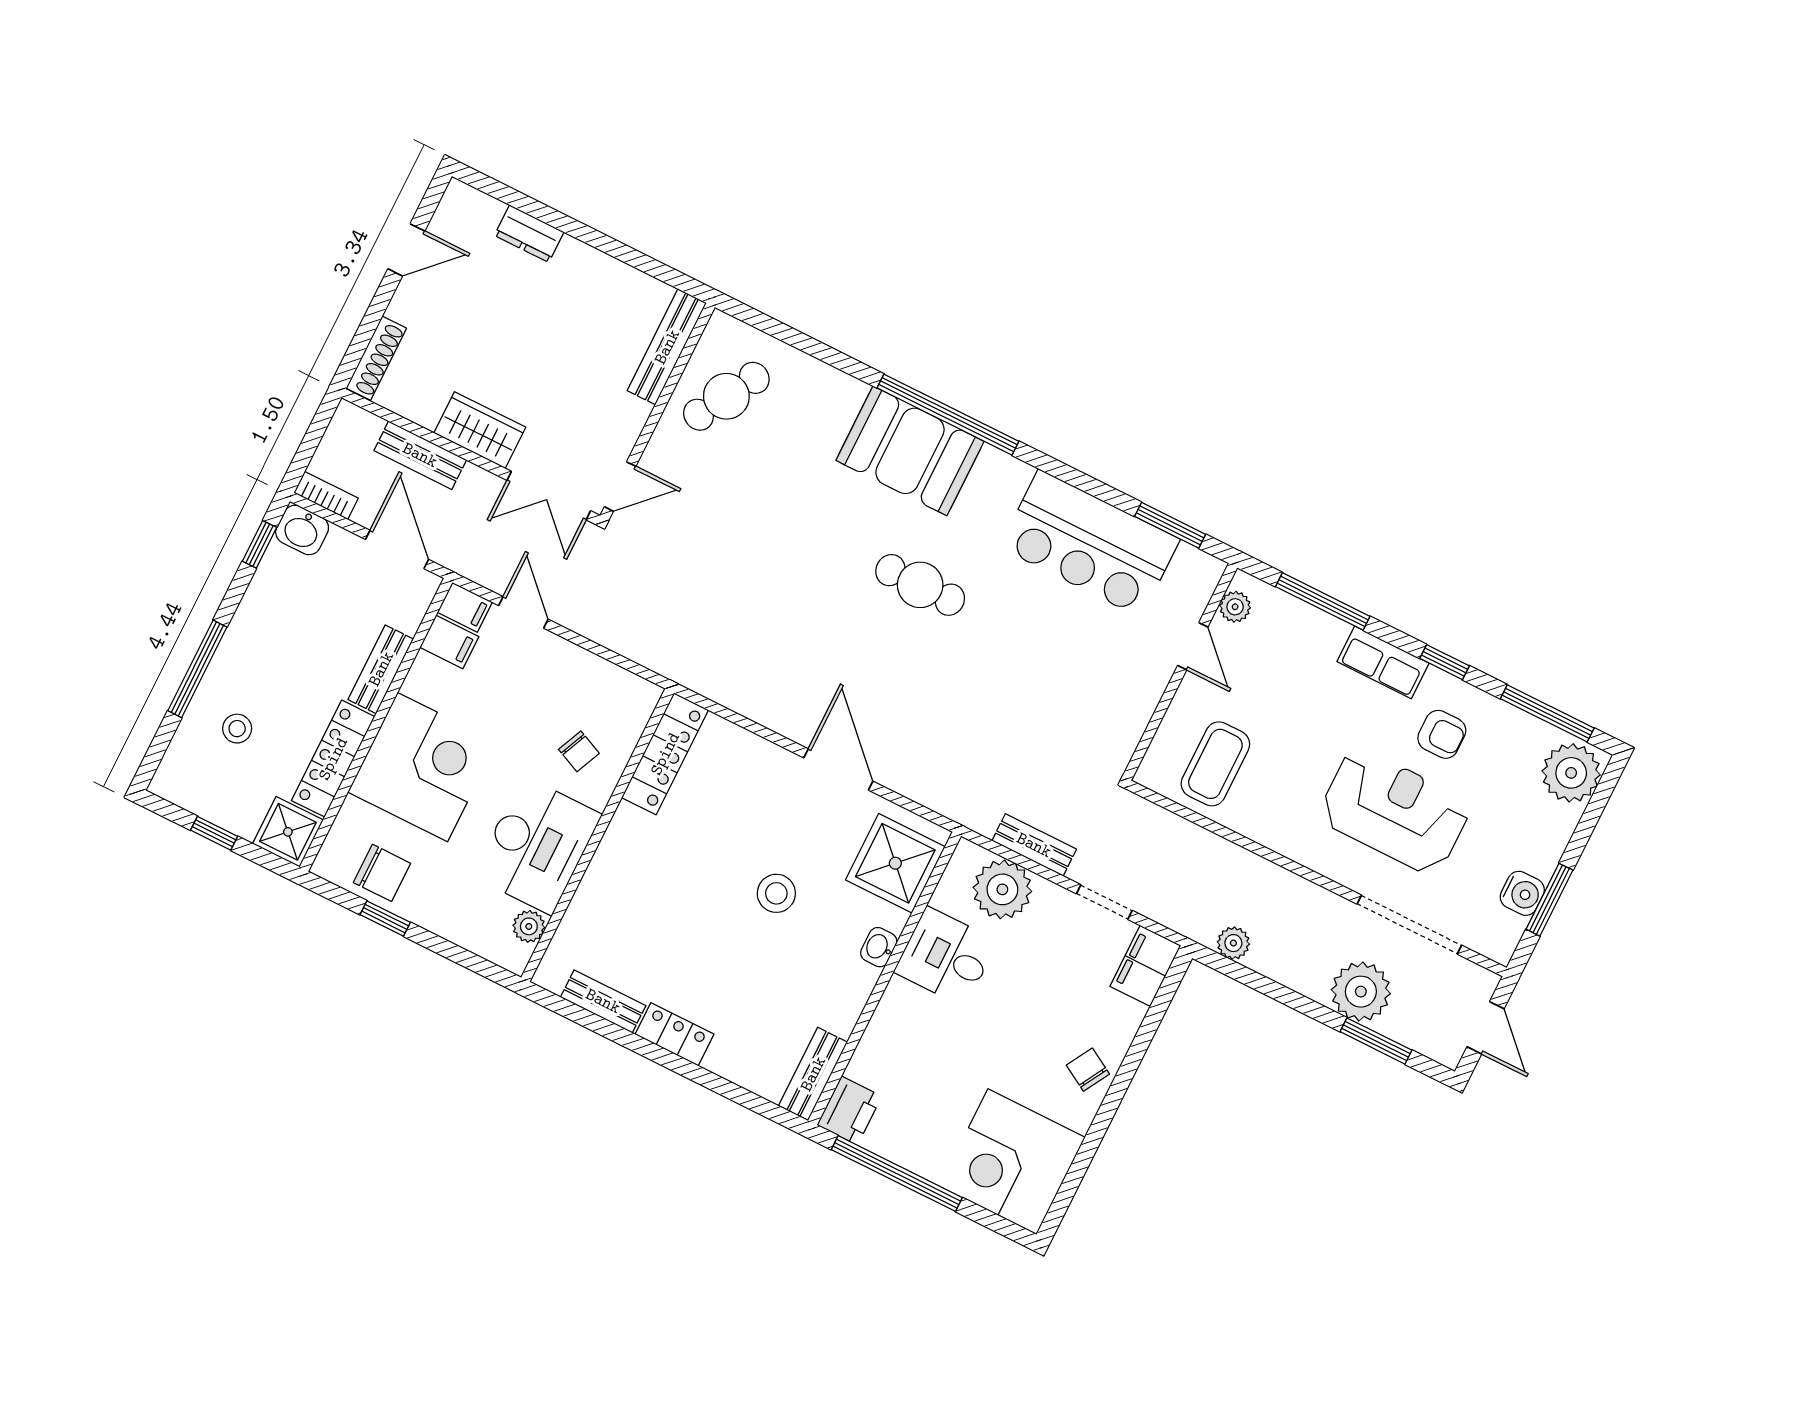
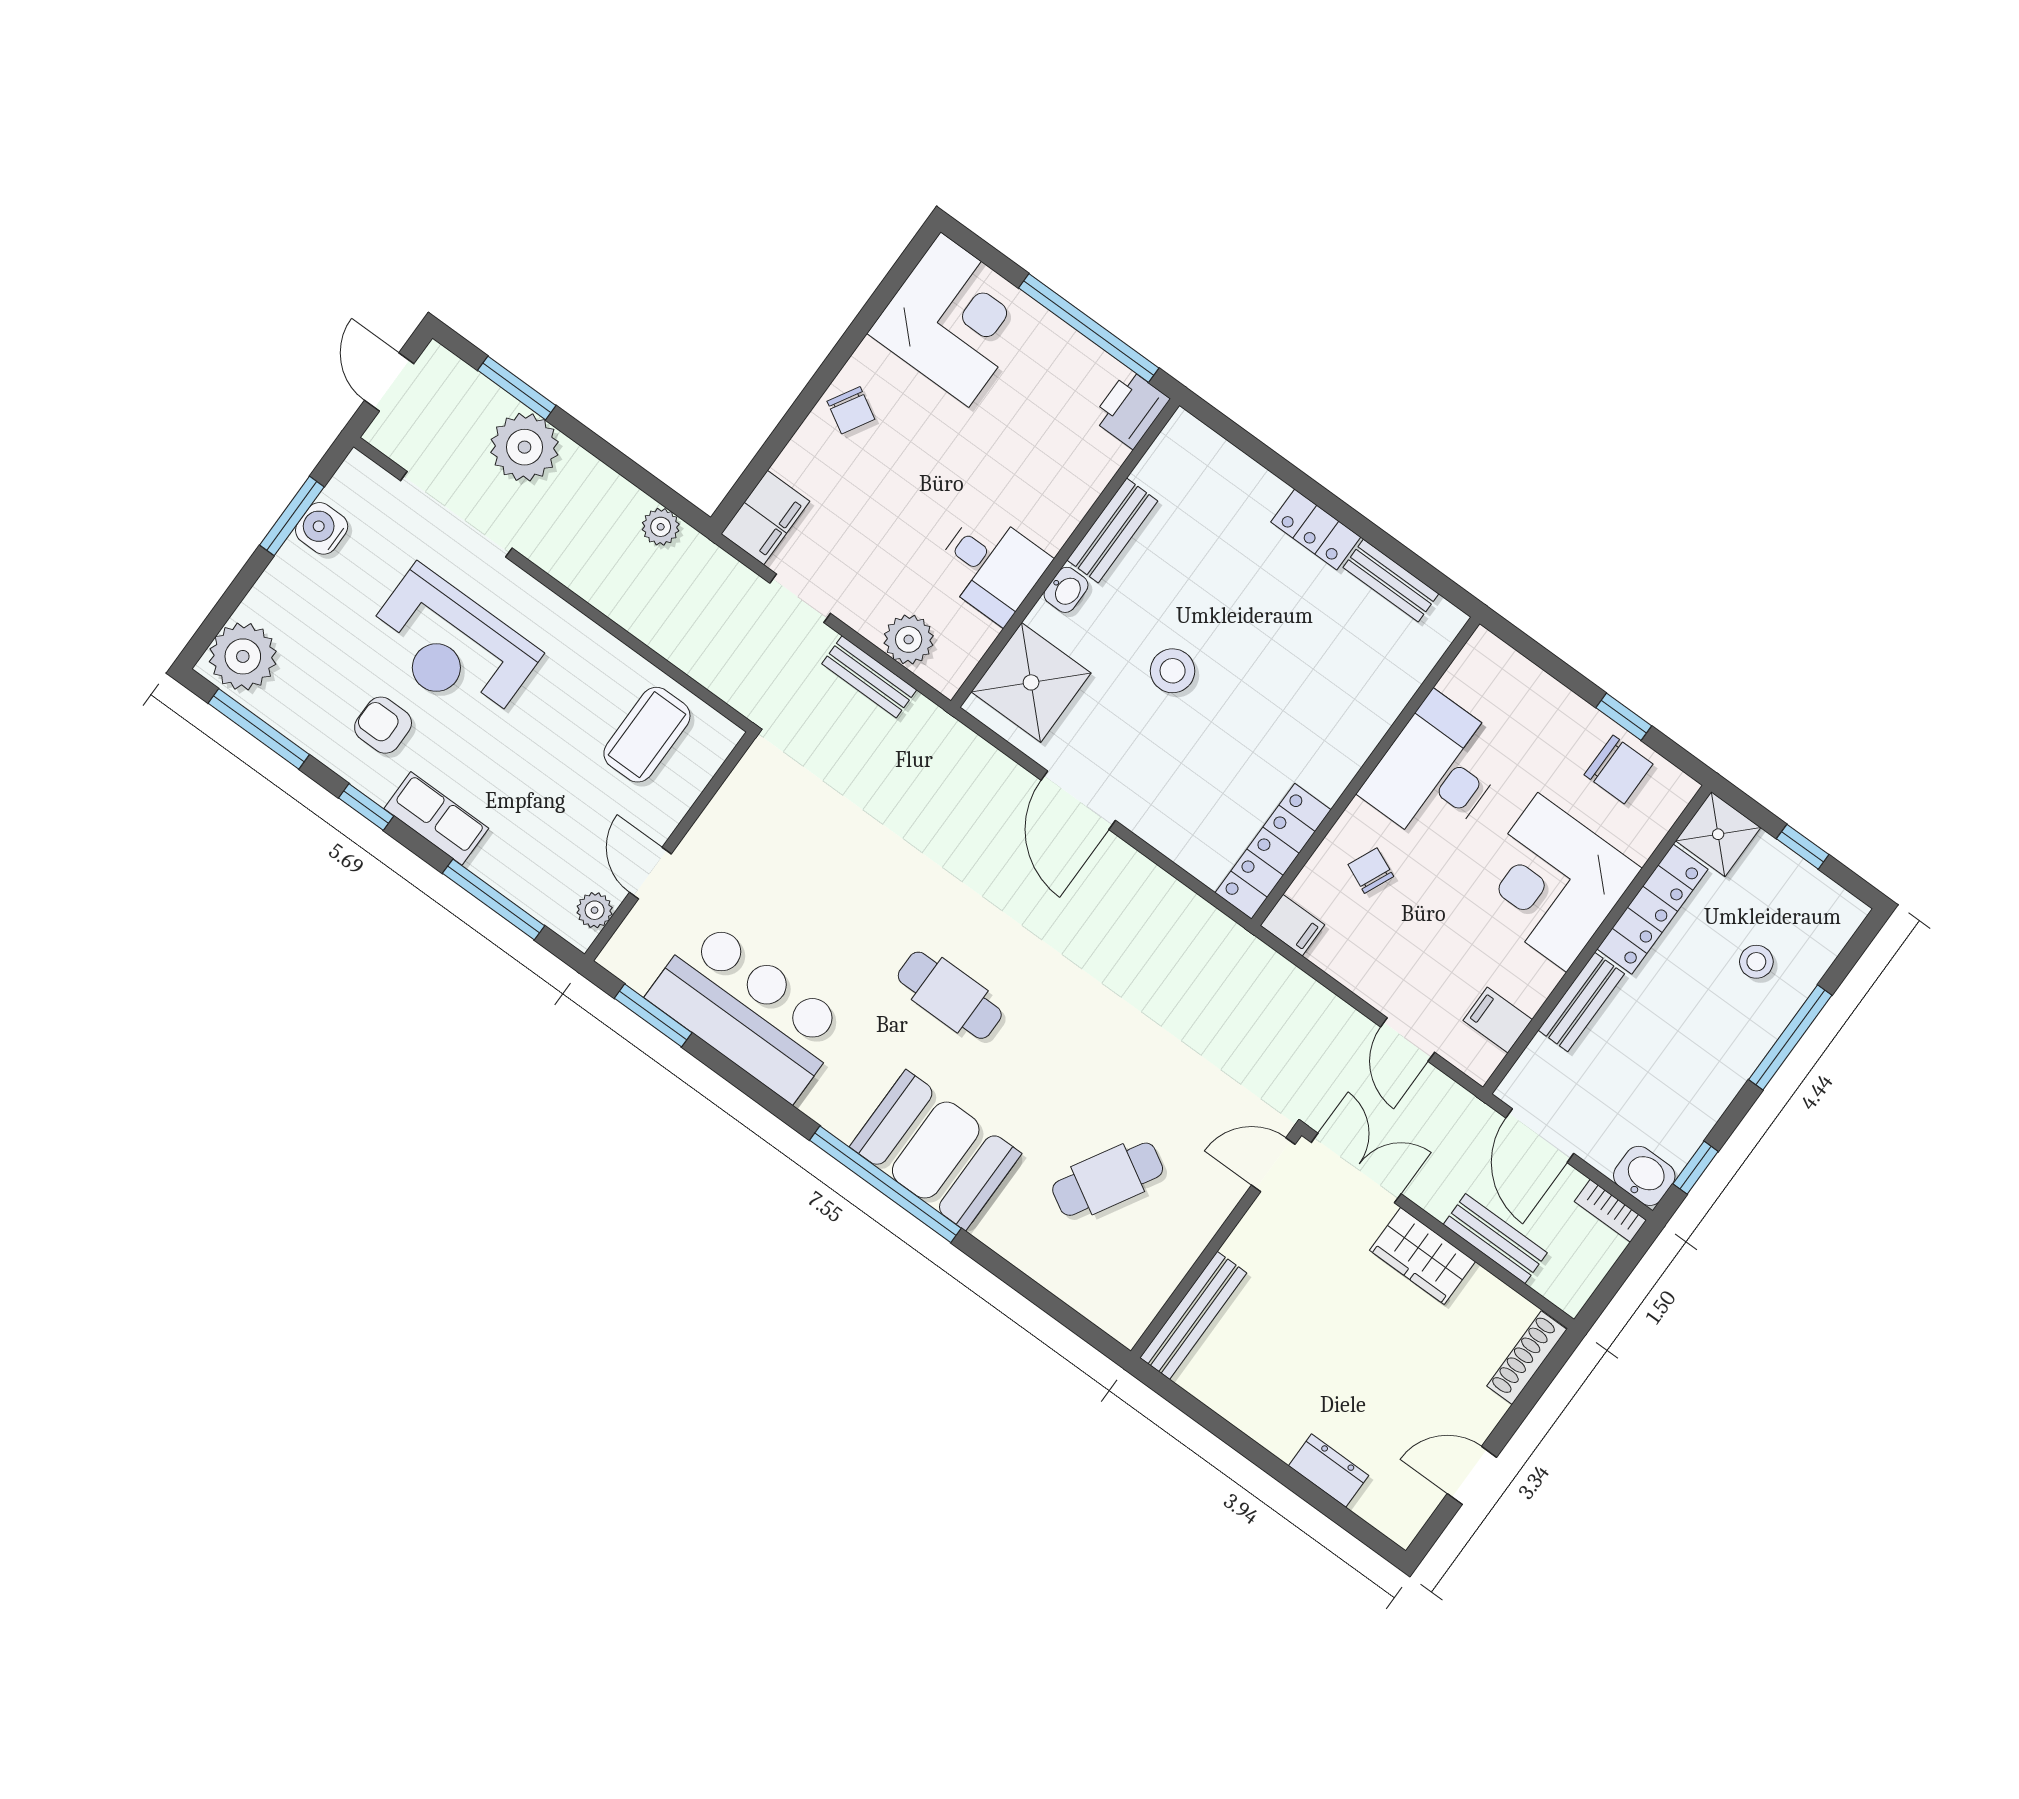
cafe table: (726, 396) -> (1108, 1179), moved
filing cabinet: (465, 607) -> (1292, 925), moved, turned 180
chair: (382, 873) -> (1619, 769), turned 180
plant: (1002, 889) -> (909, 639), width x0.73, depth x0.73
plant: (529, 926) -> (1461, 680), removed
bench: (813, 1074) -> (1112, 530), moved

